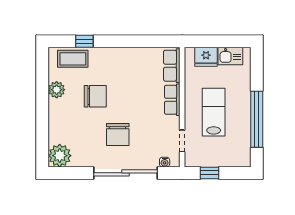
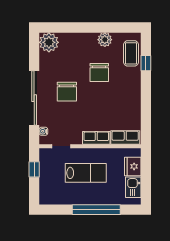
window: (257, 119) -> (96, 210), moved
chair: (118, 134) -> (67, 92), turned -90

